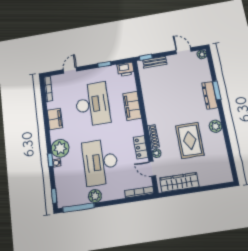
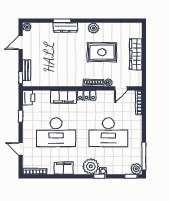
desk: (92, 104) -> (56, 132), turned 180
locker: (141, 147) -> (87, 95), moved
wardrobe: (179, 182) -> (136, 54), moved
plant: (95, 196) -> (136, 169), moved

